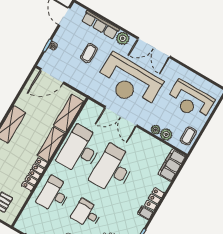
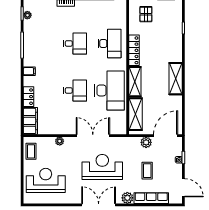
reception desk: (129, 82) -> (102, 167), width x0.74, depth x0.77
plant: (166, 134) -> (146, 142), moved
desk: (113, 169) -> (75, 90), width x0.53, depth x0.77
locker: (154, 199) -> (29, 97), moved

